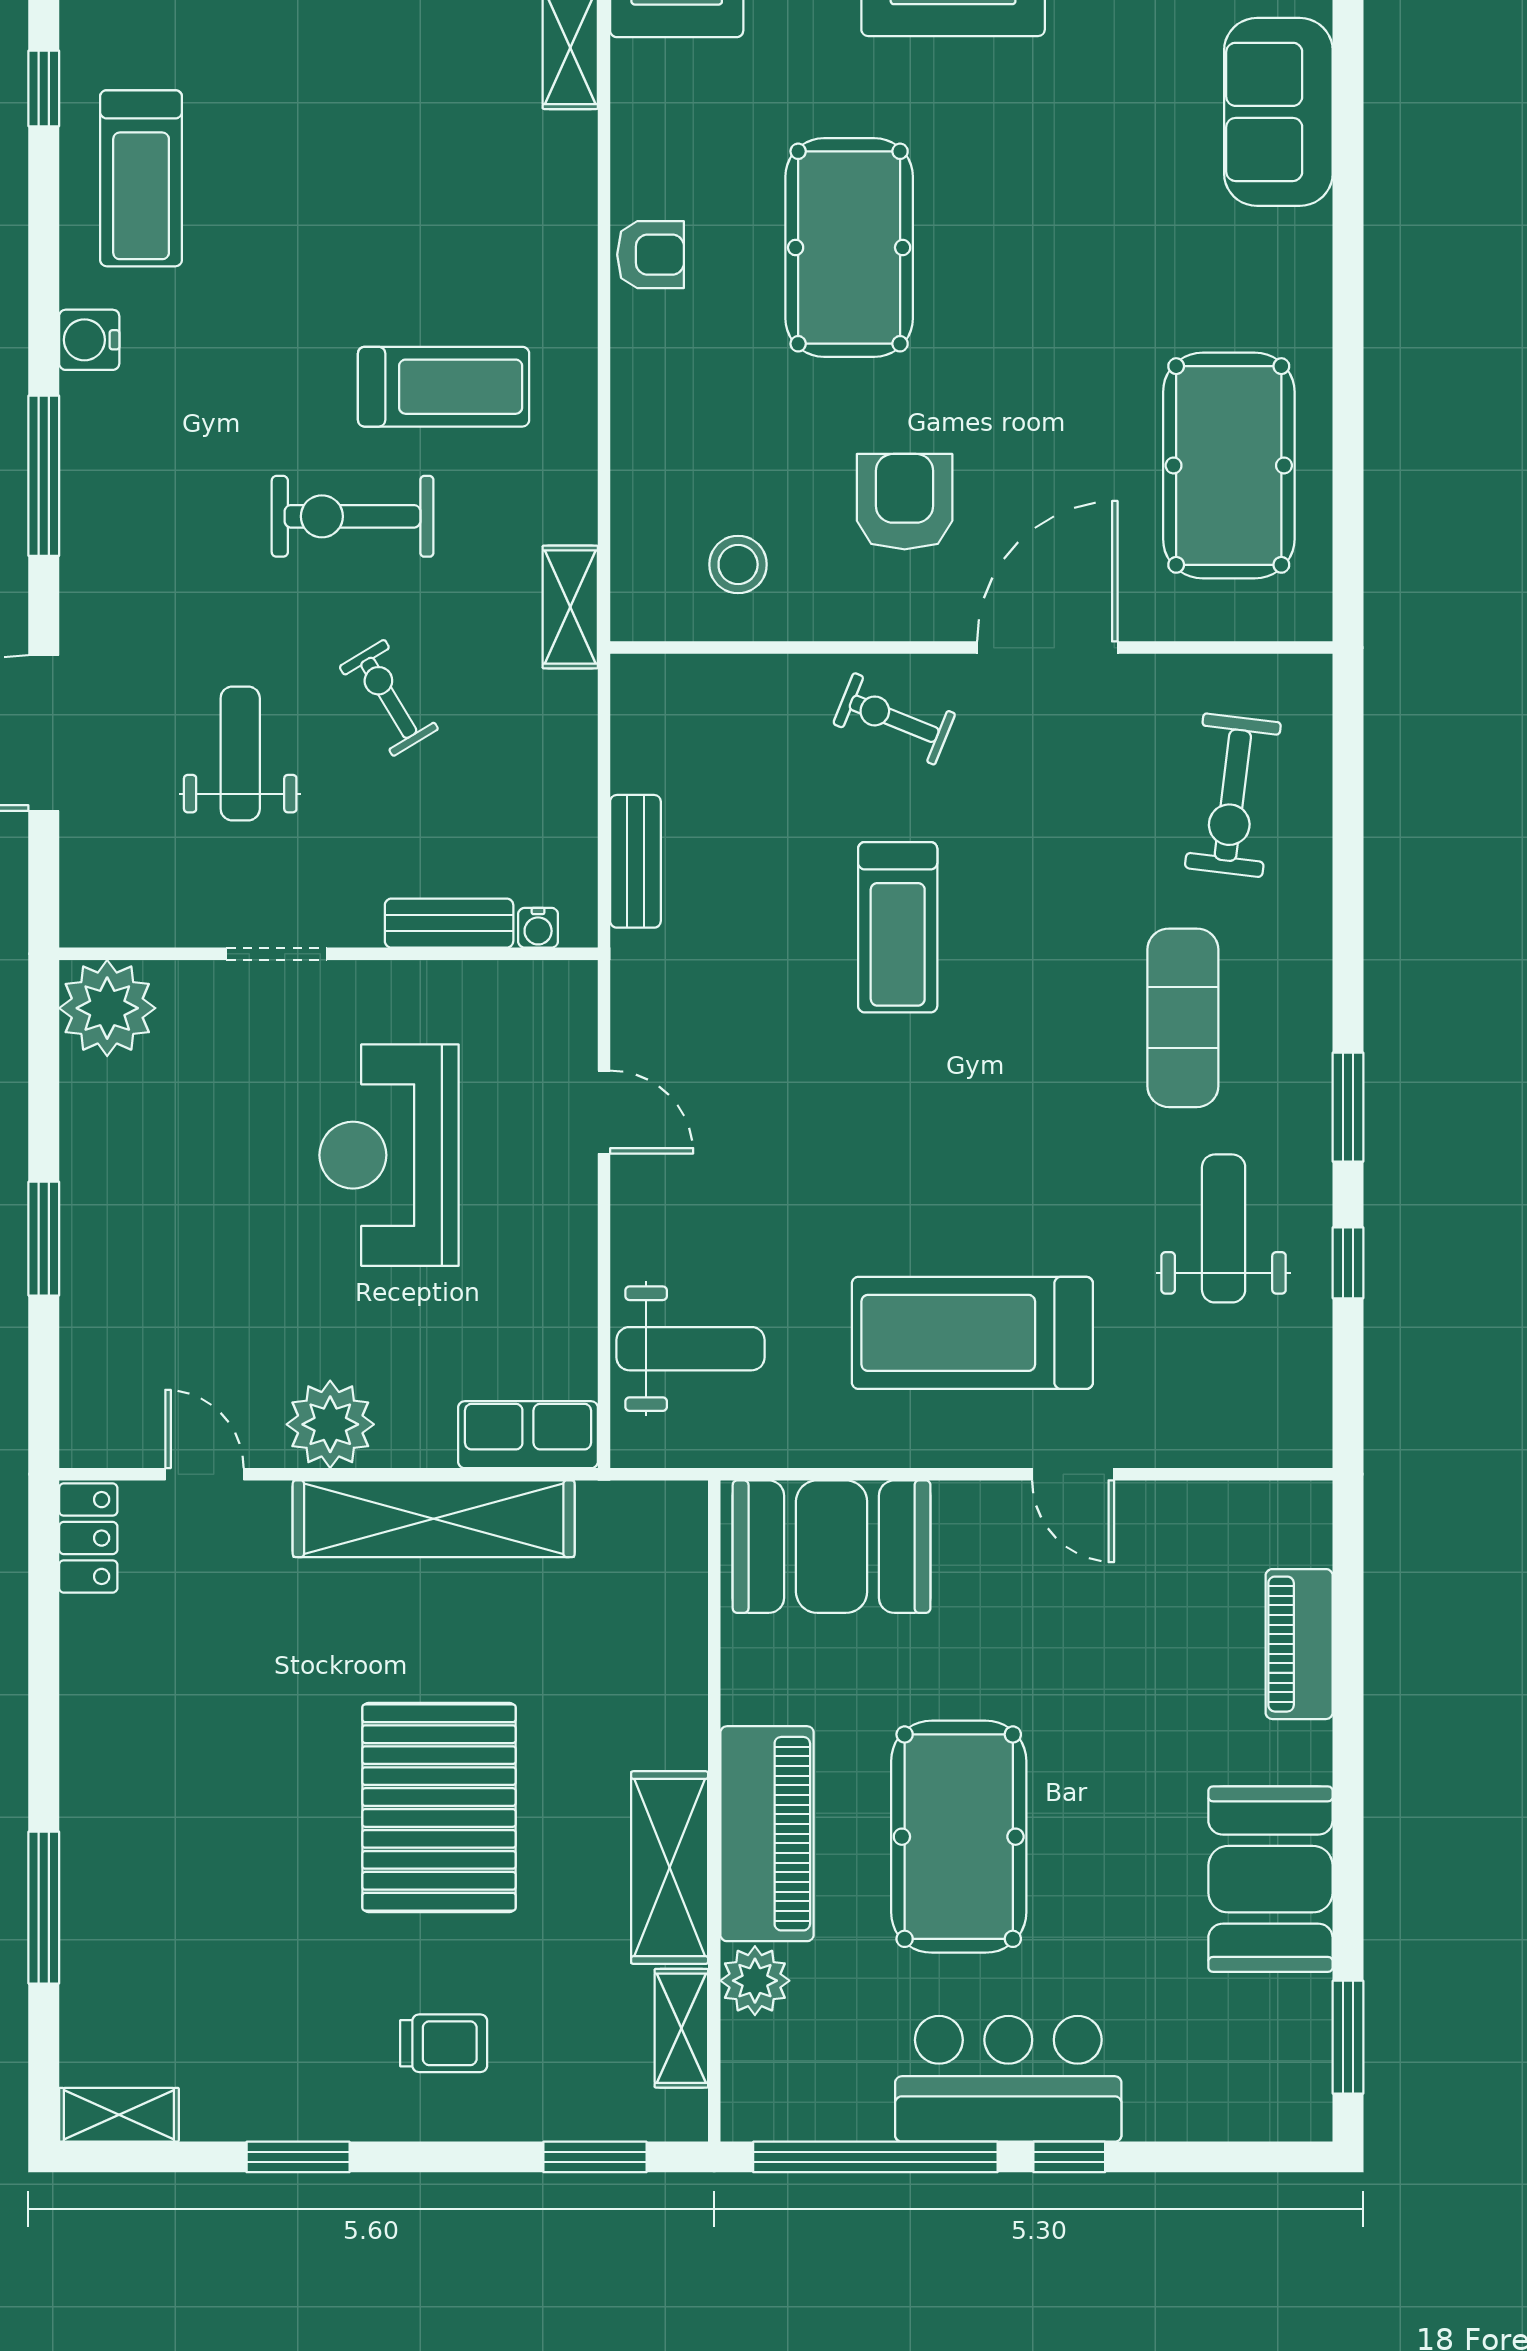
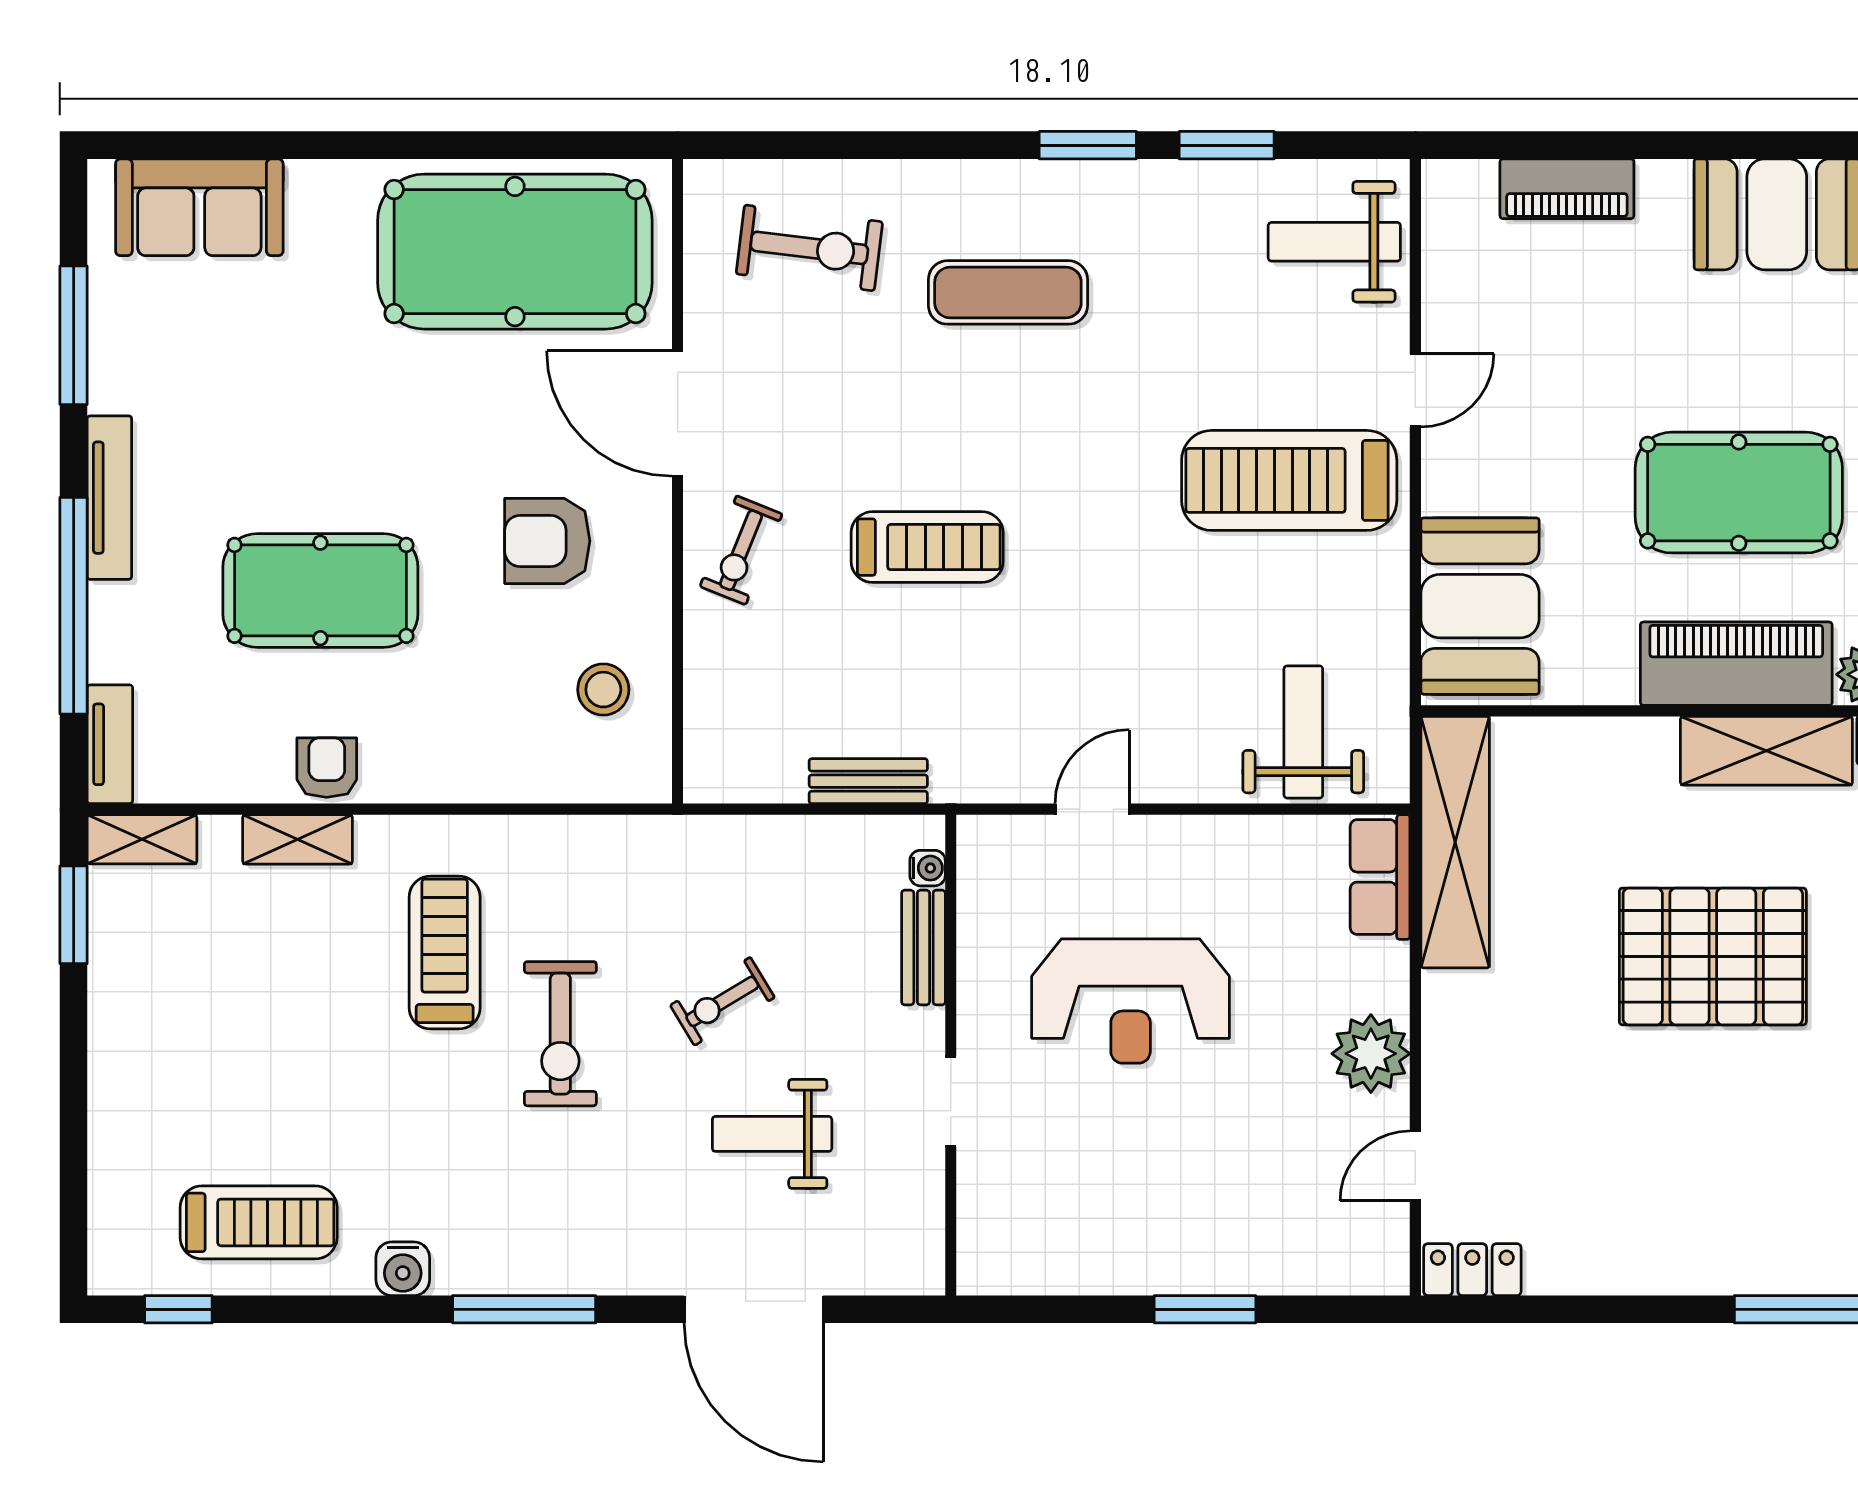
pool table: (1229, 465) -> (515, 252), width x1.36, depth x1.32
shelving: (570, 607) -> (298, 839), moved
plant: (107, 1008) -> (999, 1253), removed
weight bench: (1224, 1228) -> (1334, 242), moved
window: (1348, 1263) -> (1227, 145), width x1.50
treadmill: (972, 1333) -> (1289, 480), turned 90
shelving: (434, 1519) -> (1455, 842), moved

